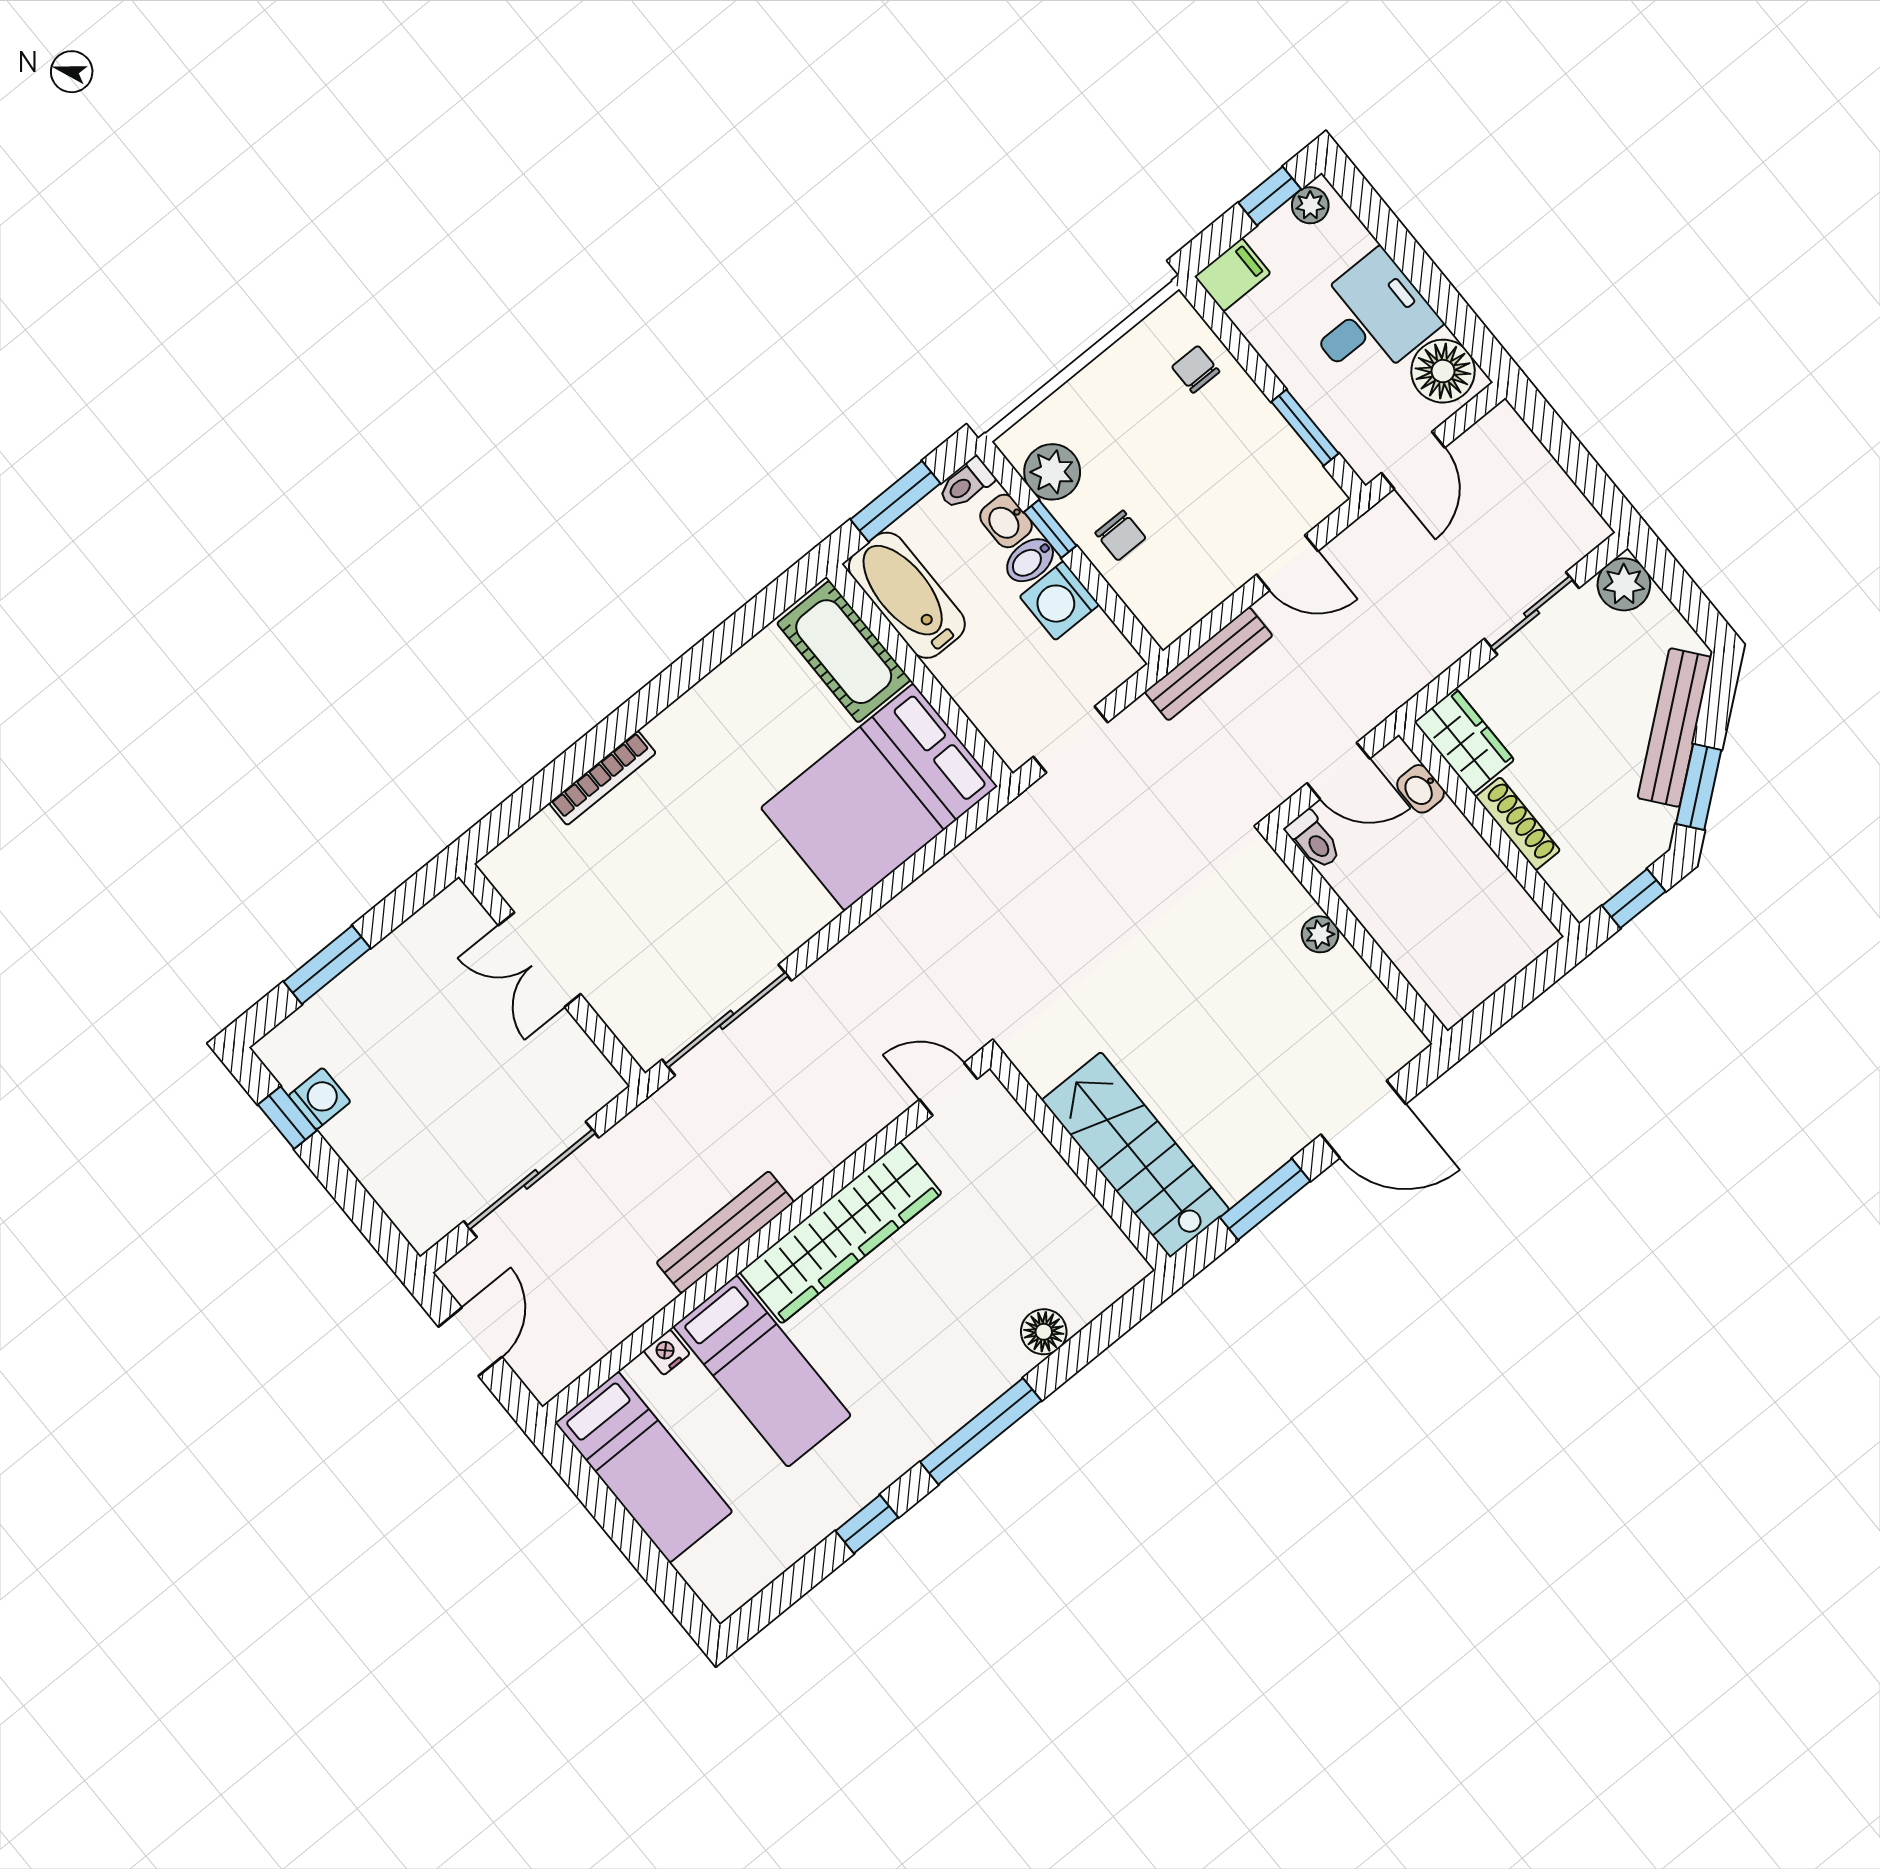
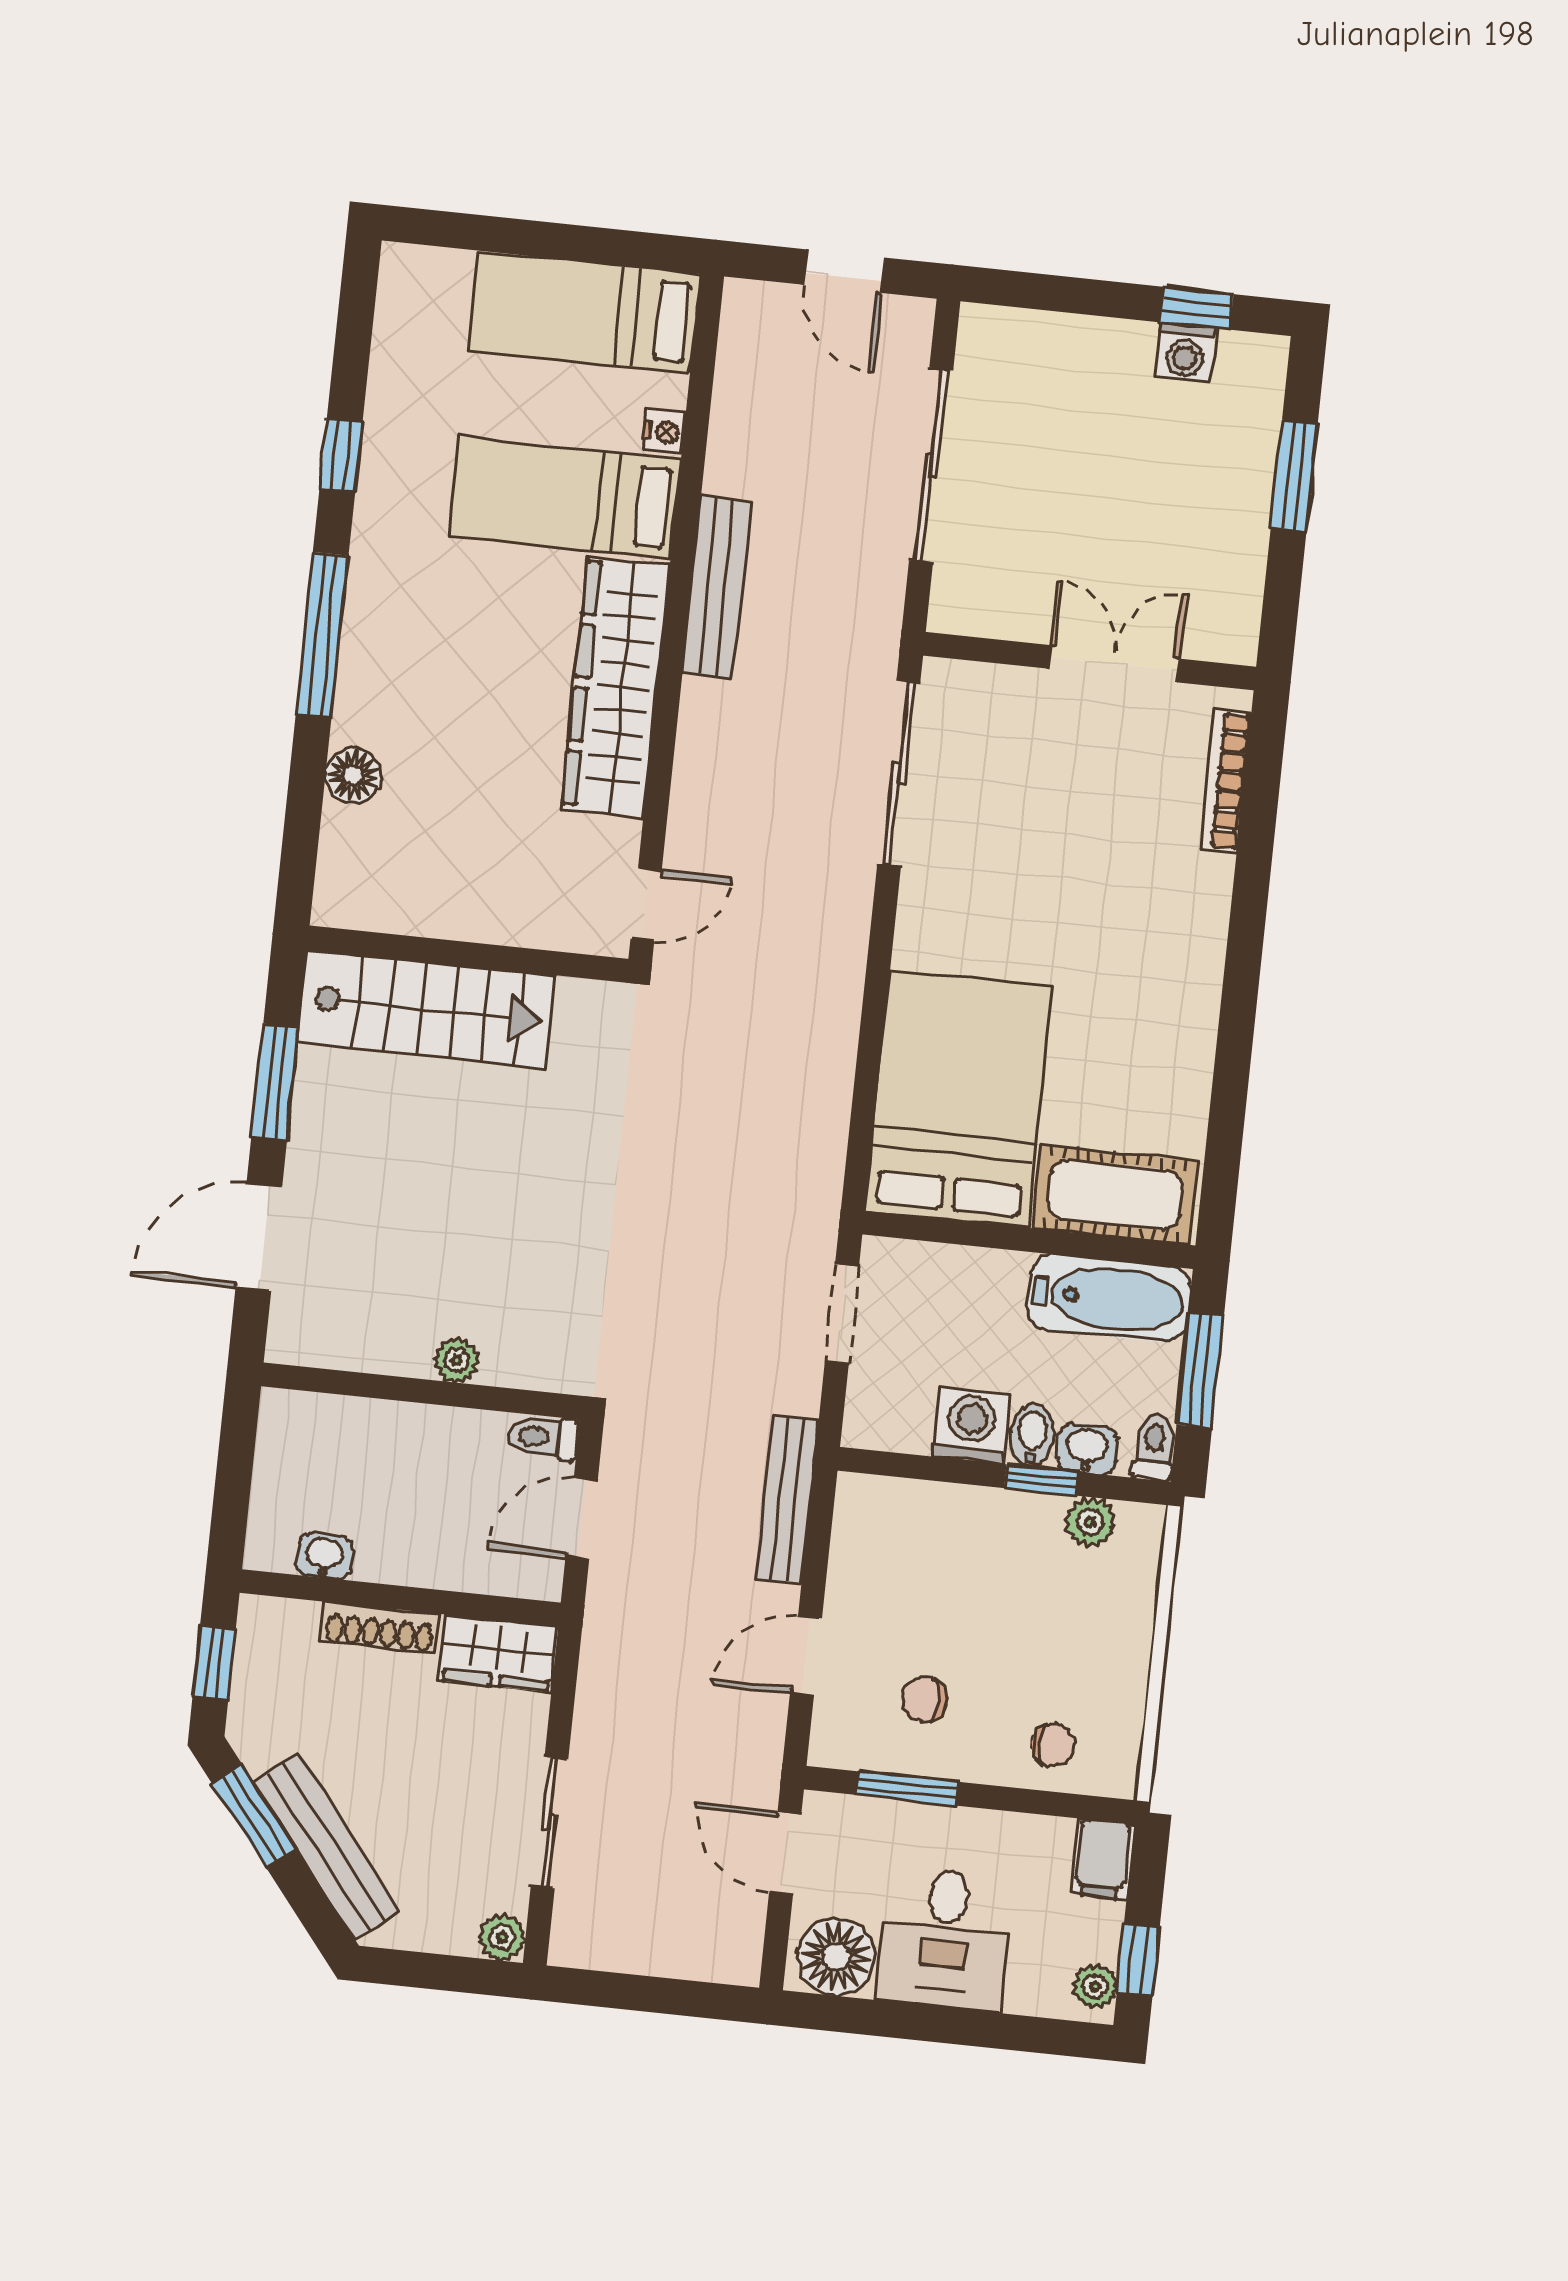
plant: (1052, 472) -> (1090, 1522), width x0.73, depth x0.73
chair: (1120, 535) -> (924, 1699), moved
plant: (1624, 584) -> (502, 1937), width x0.73, depth x0.73
bookcase: (602, 778) -> (1226, 781), moved
washbasin: (1421, 789) -> (324, 1556), moved

